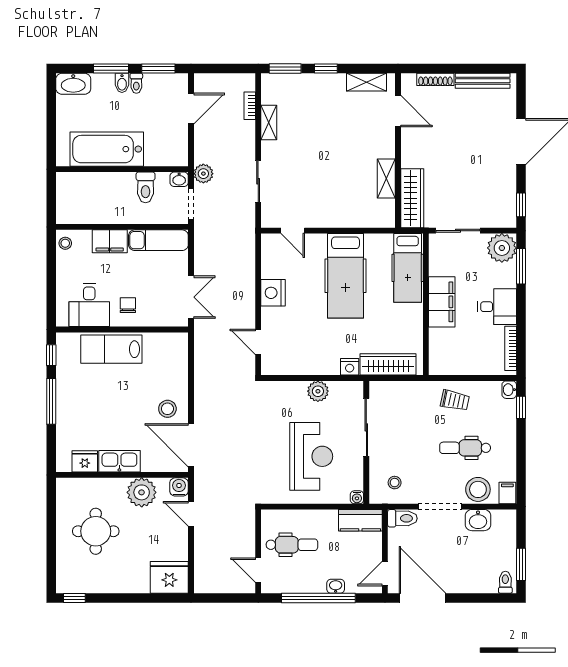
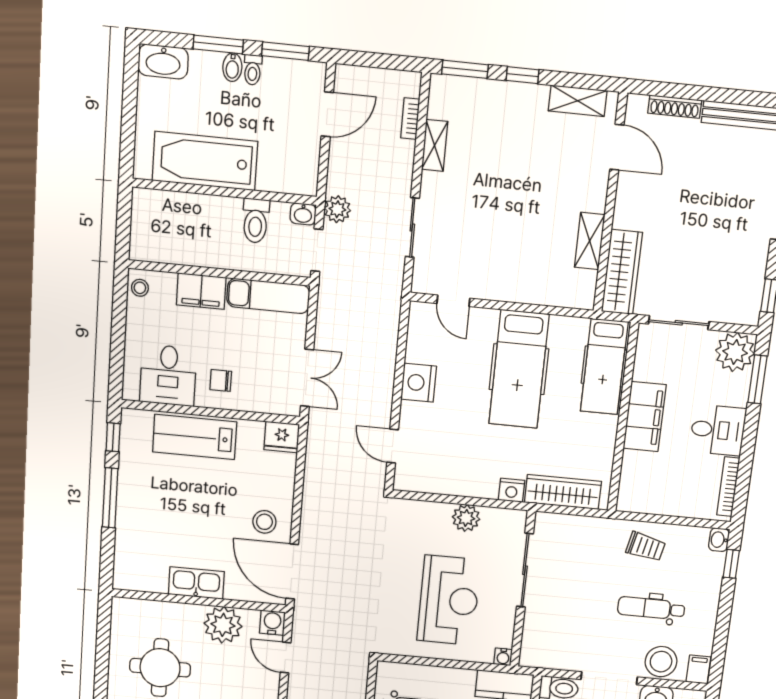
chair: (128, 305) -> (221, 380), turned -90
fridge: (85, 461) -> (282, 437), moved, turned 180
stool: (395, 483) -> (554, 643), removed

